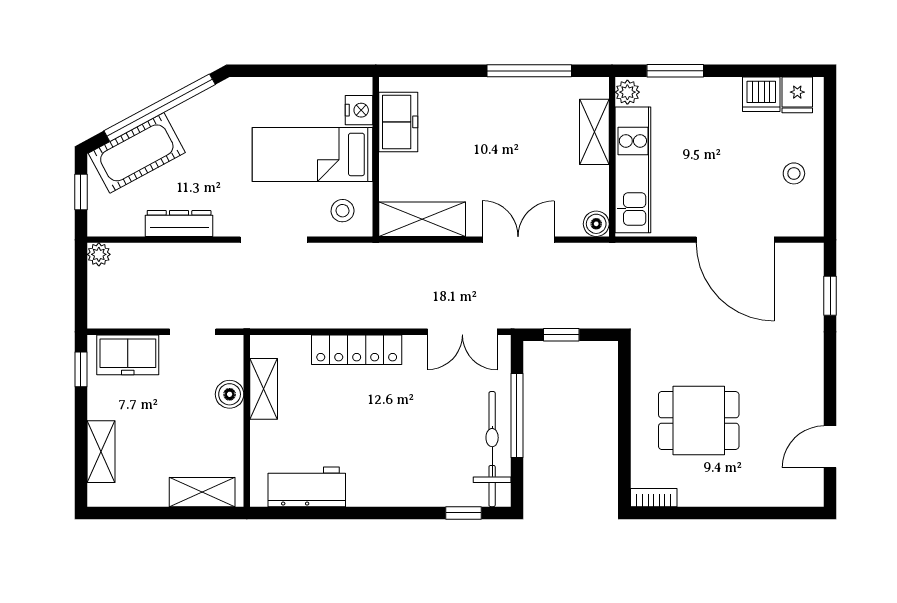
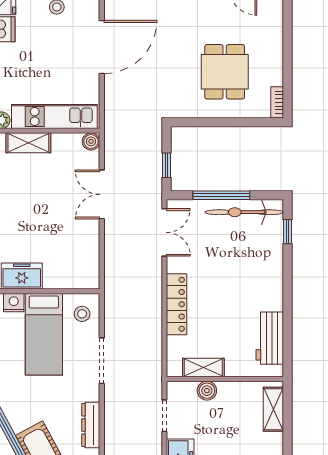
shelving: (422, 219) -> (88, 260), removed

